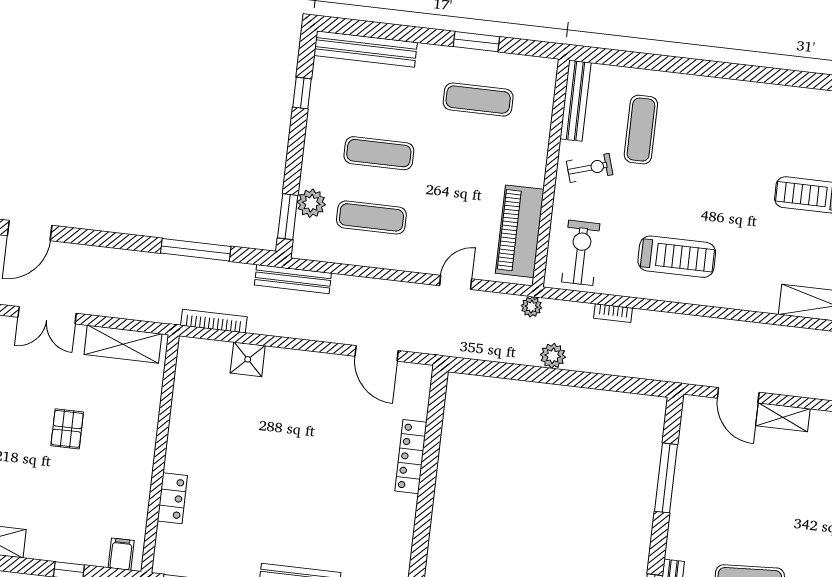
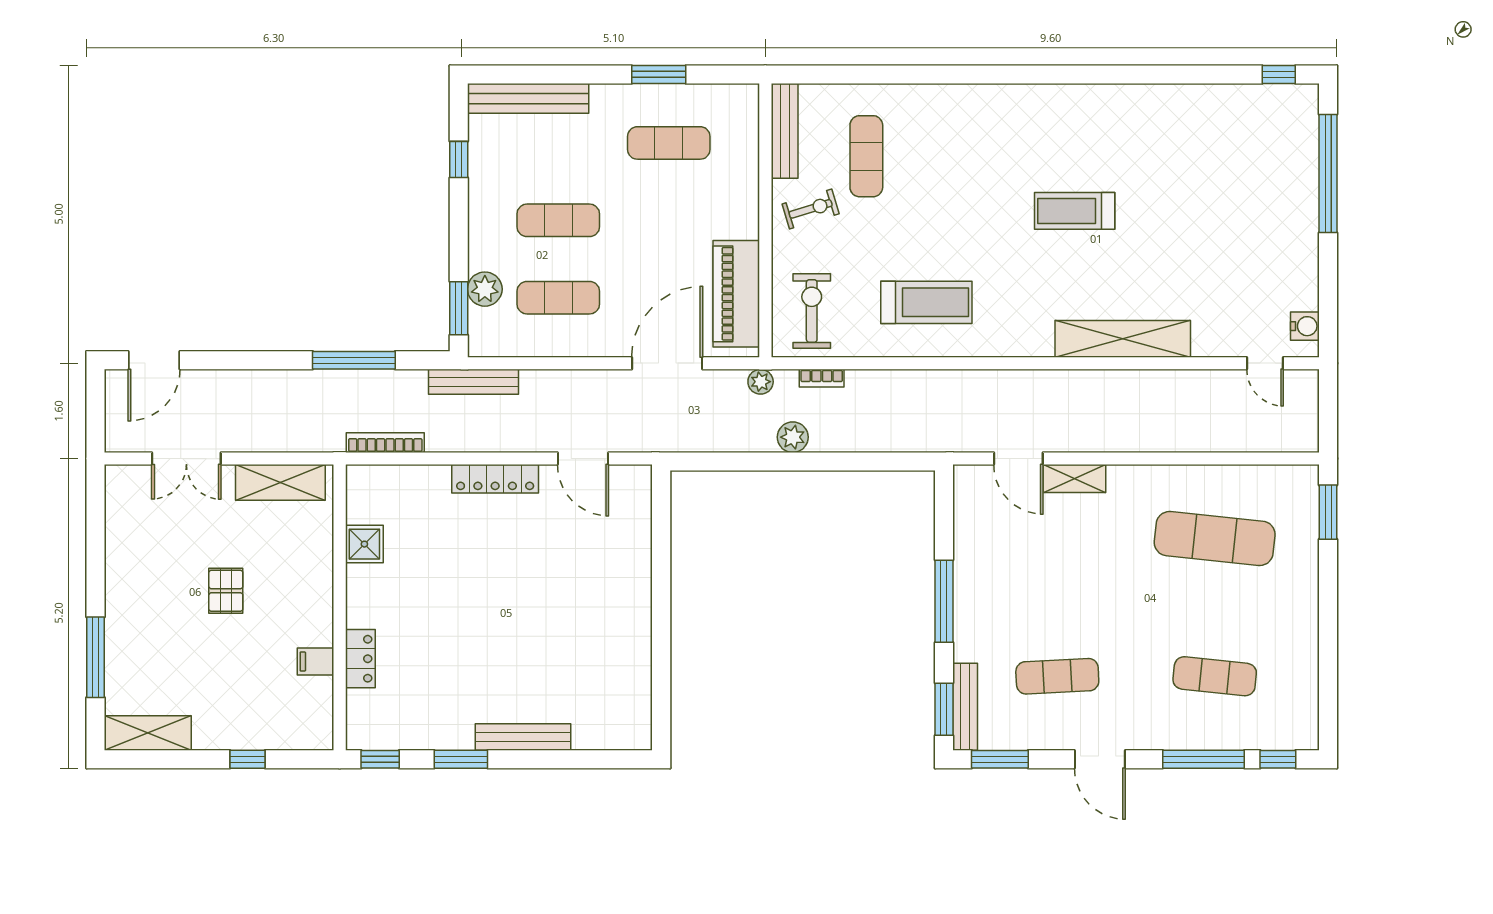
door: (456, 282) -> (667, 363), width x1.88
bookcase: (613, 313) -> (822, 378), moved
shower: (248, 359) -> (364, 544), moved
locker: (411, 457) -> (495, 479), moved, turned -90
window: (666, 478) -> (944, 601), moved
filing cabinet: (121, 554) -> (316, 661), moved, turned -90

